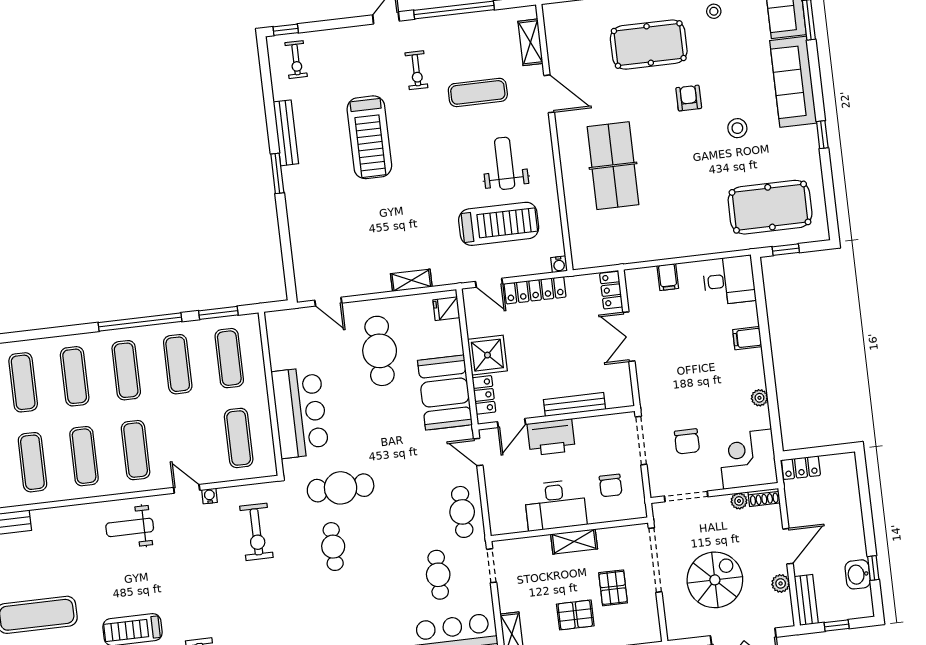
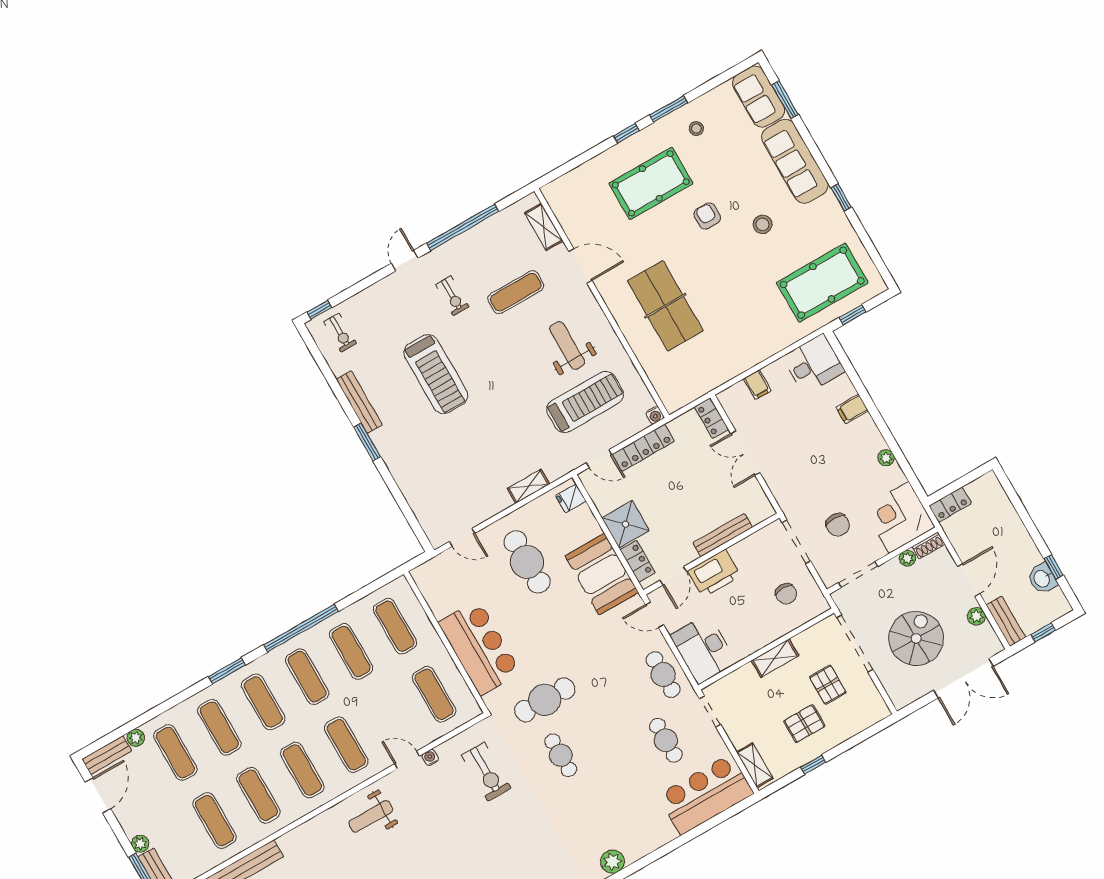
window: (218, 313) -> (227, 671), moved
desk: (555, 505) -> (703, 649), moved, turned 90

